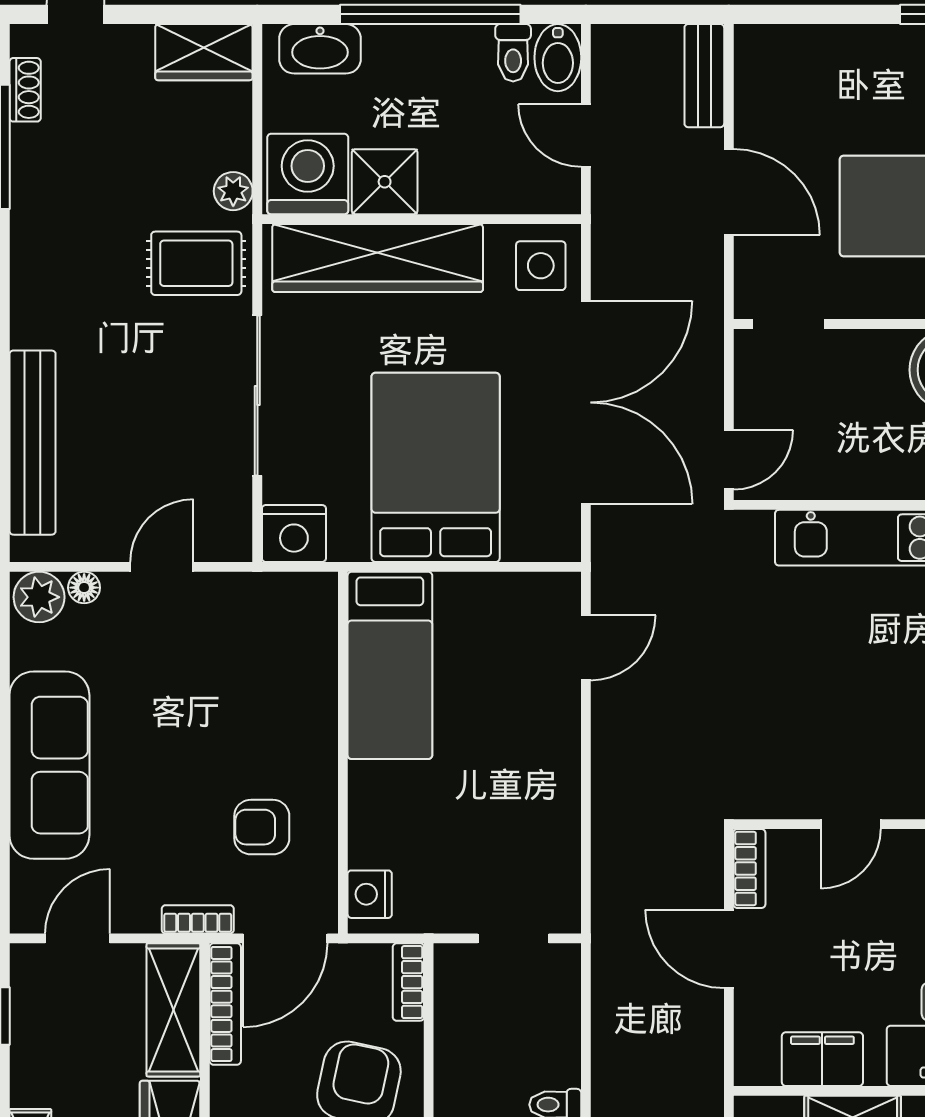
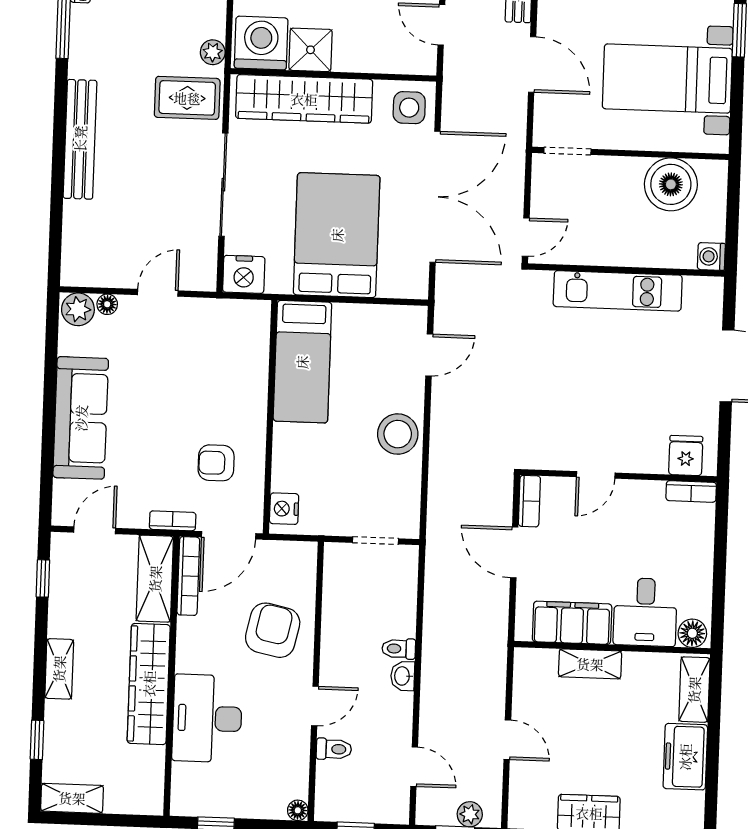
bench: (33, 443) -> (80, 139), moved
stool: (542, 772) -> (398, 434), added
bookcase: (408, 982) -> (307, 566), removed
filing cabinet: (822, 1059) -> (572, 623), width x1.50, depth x1.17

